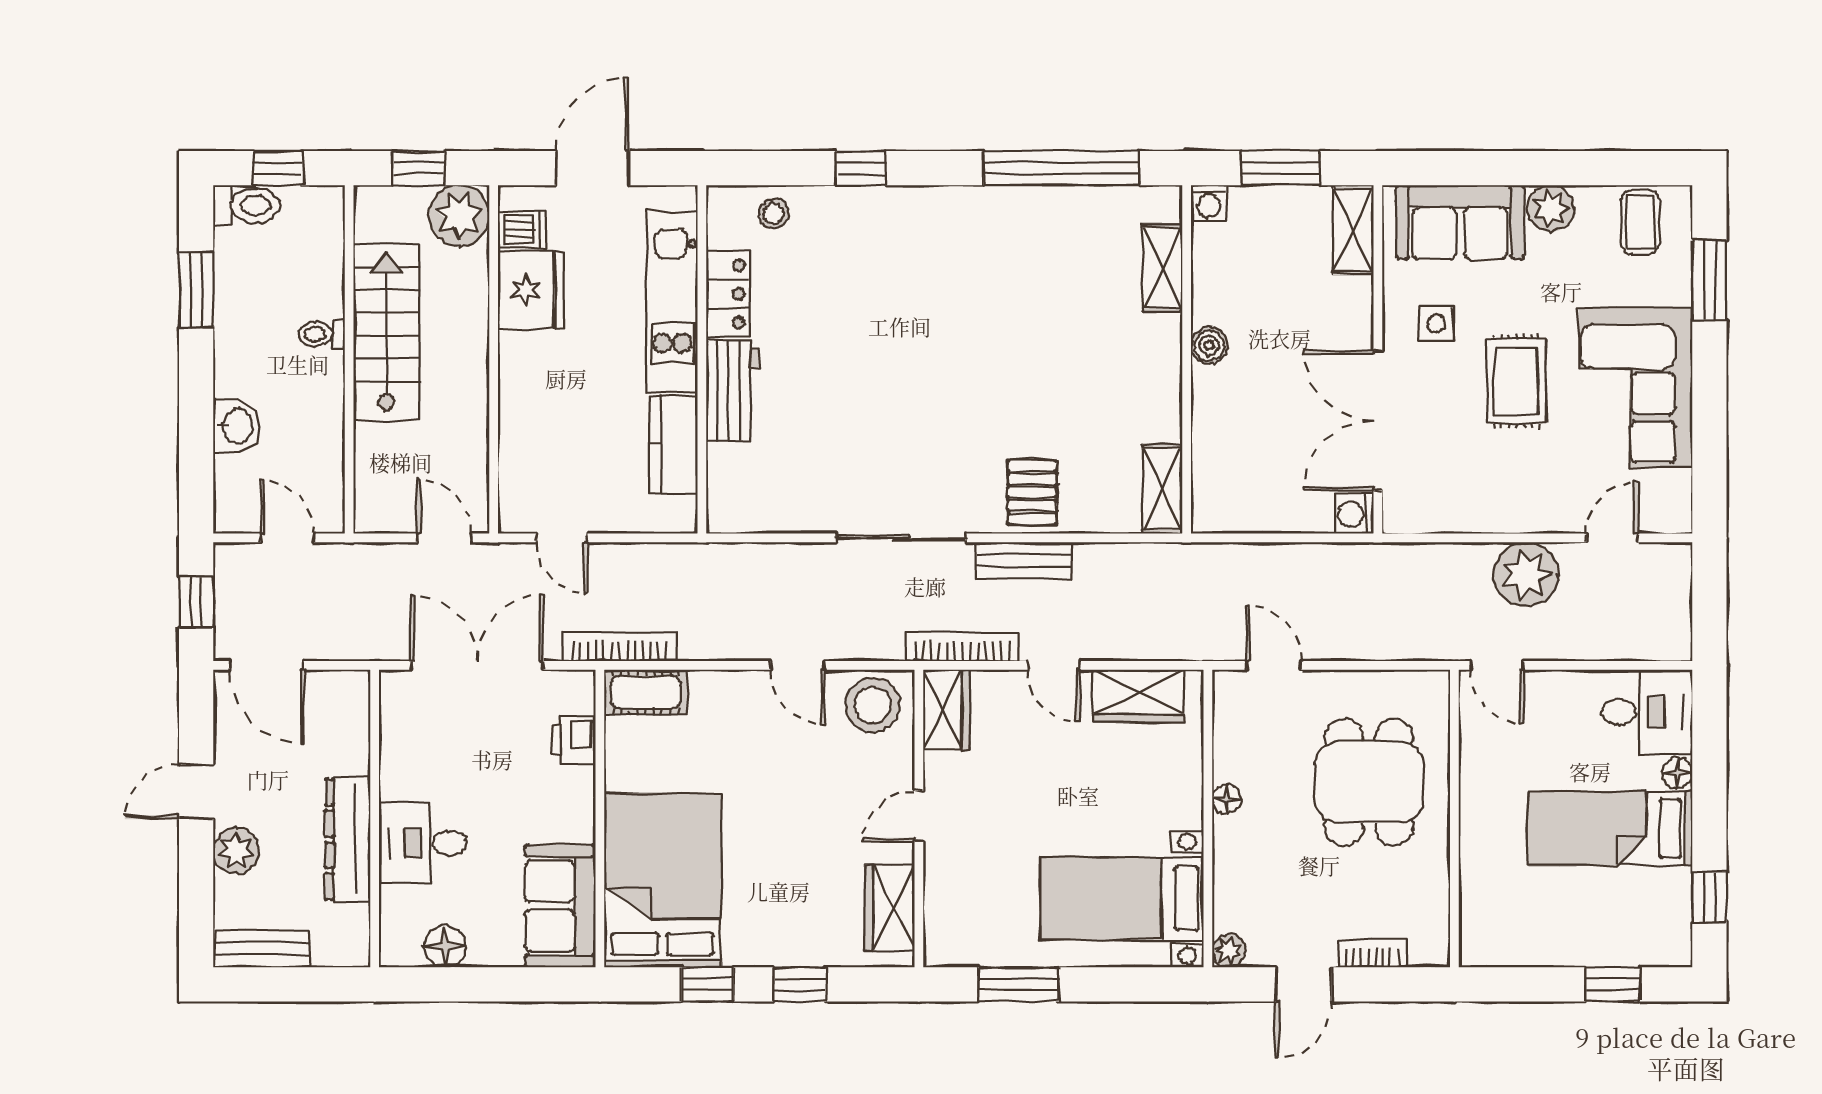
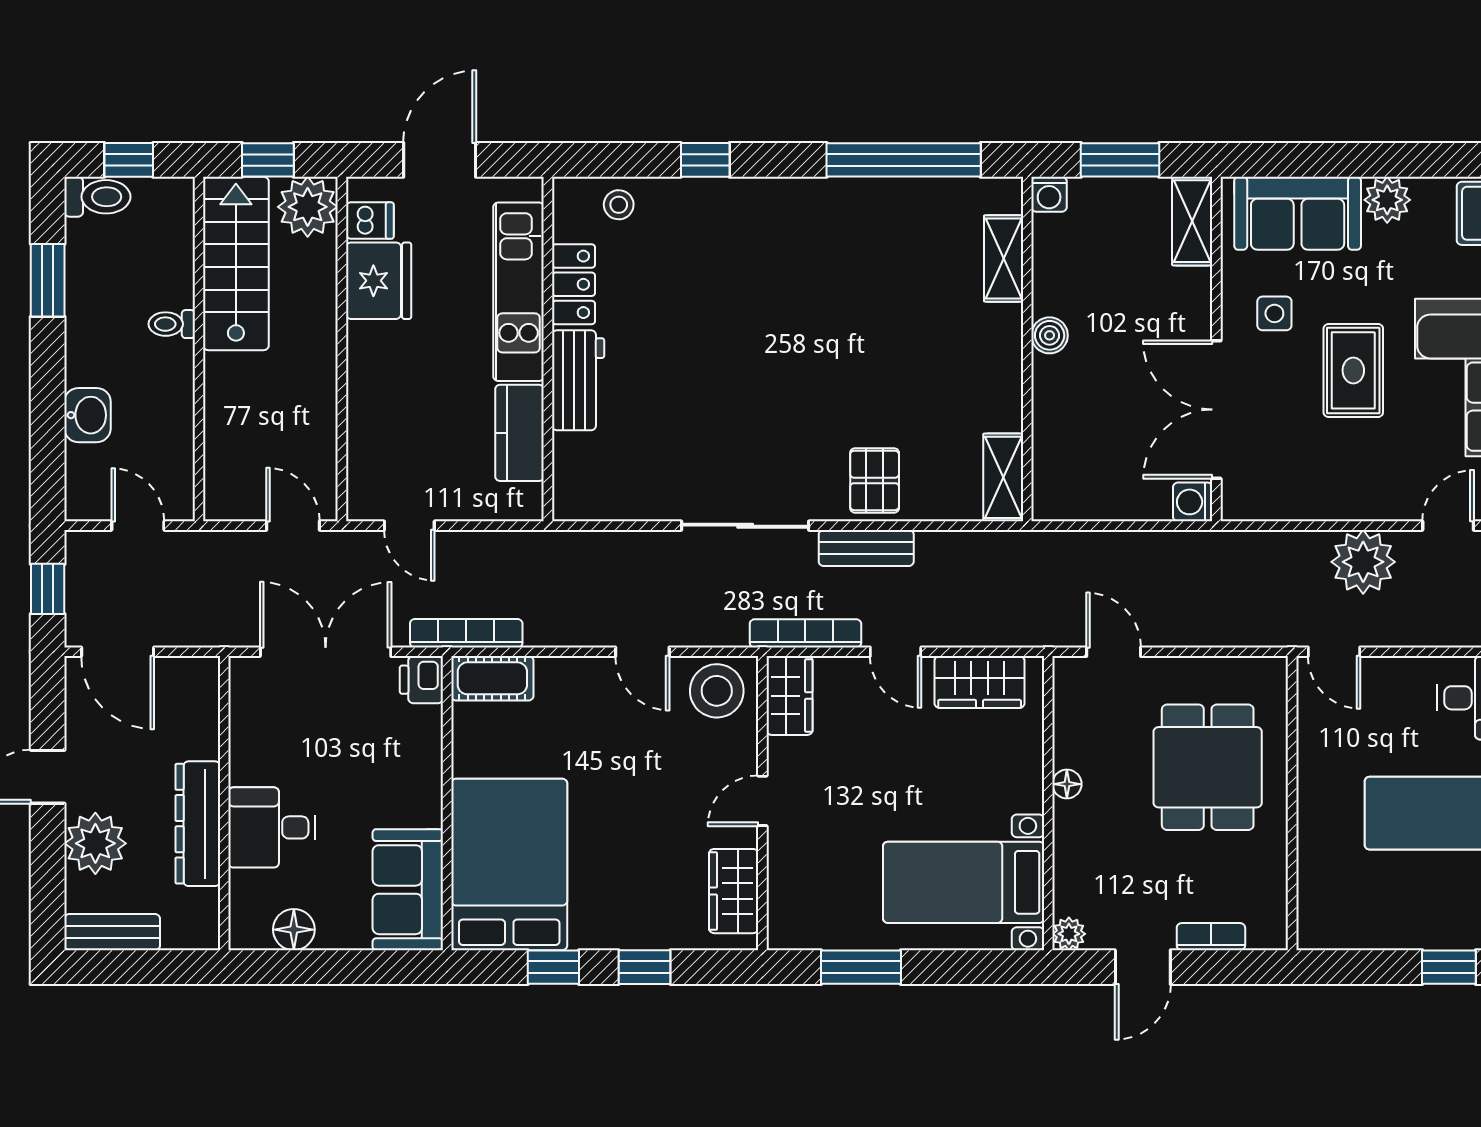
stairs: (387, 332) -> (236, 264), moved
printer: (574, 739) -> (421, 680), moved
plant: (236, 851) -> (95, 843), width x1.36, depth x1.36

